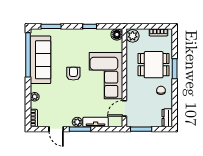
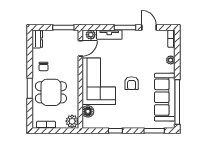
floor lamp: (117, 34) -> (88, 111), moved
plant: (77, 122) -> (91, 35), moved

